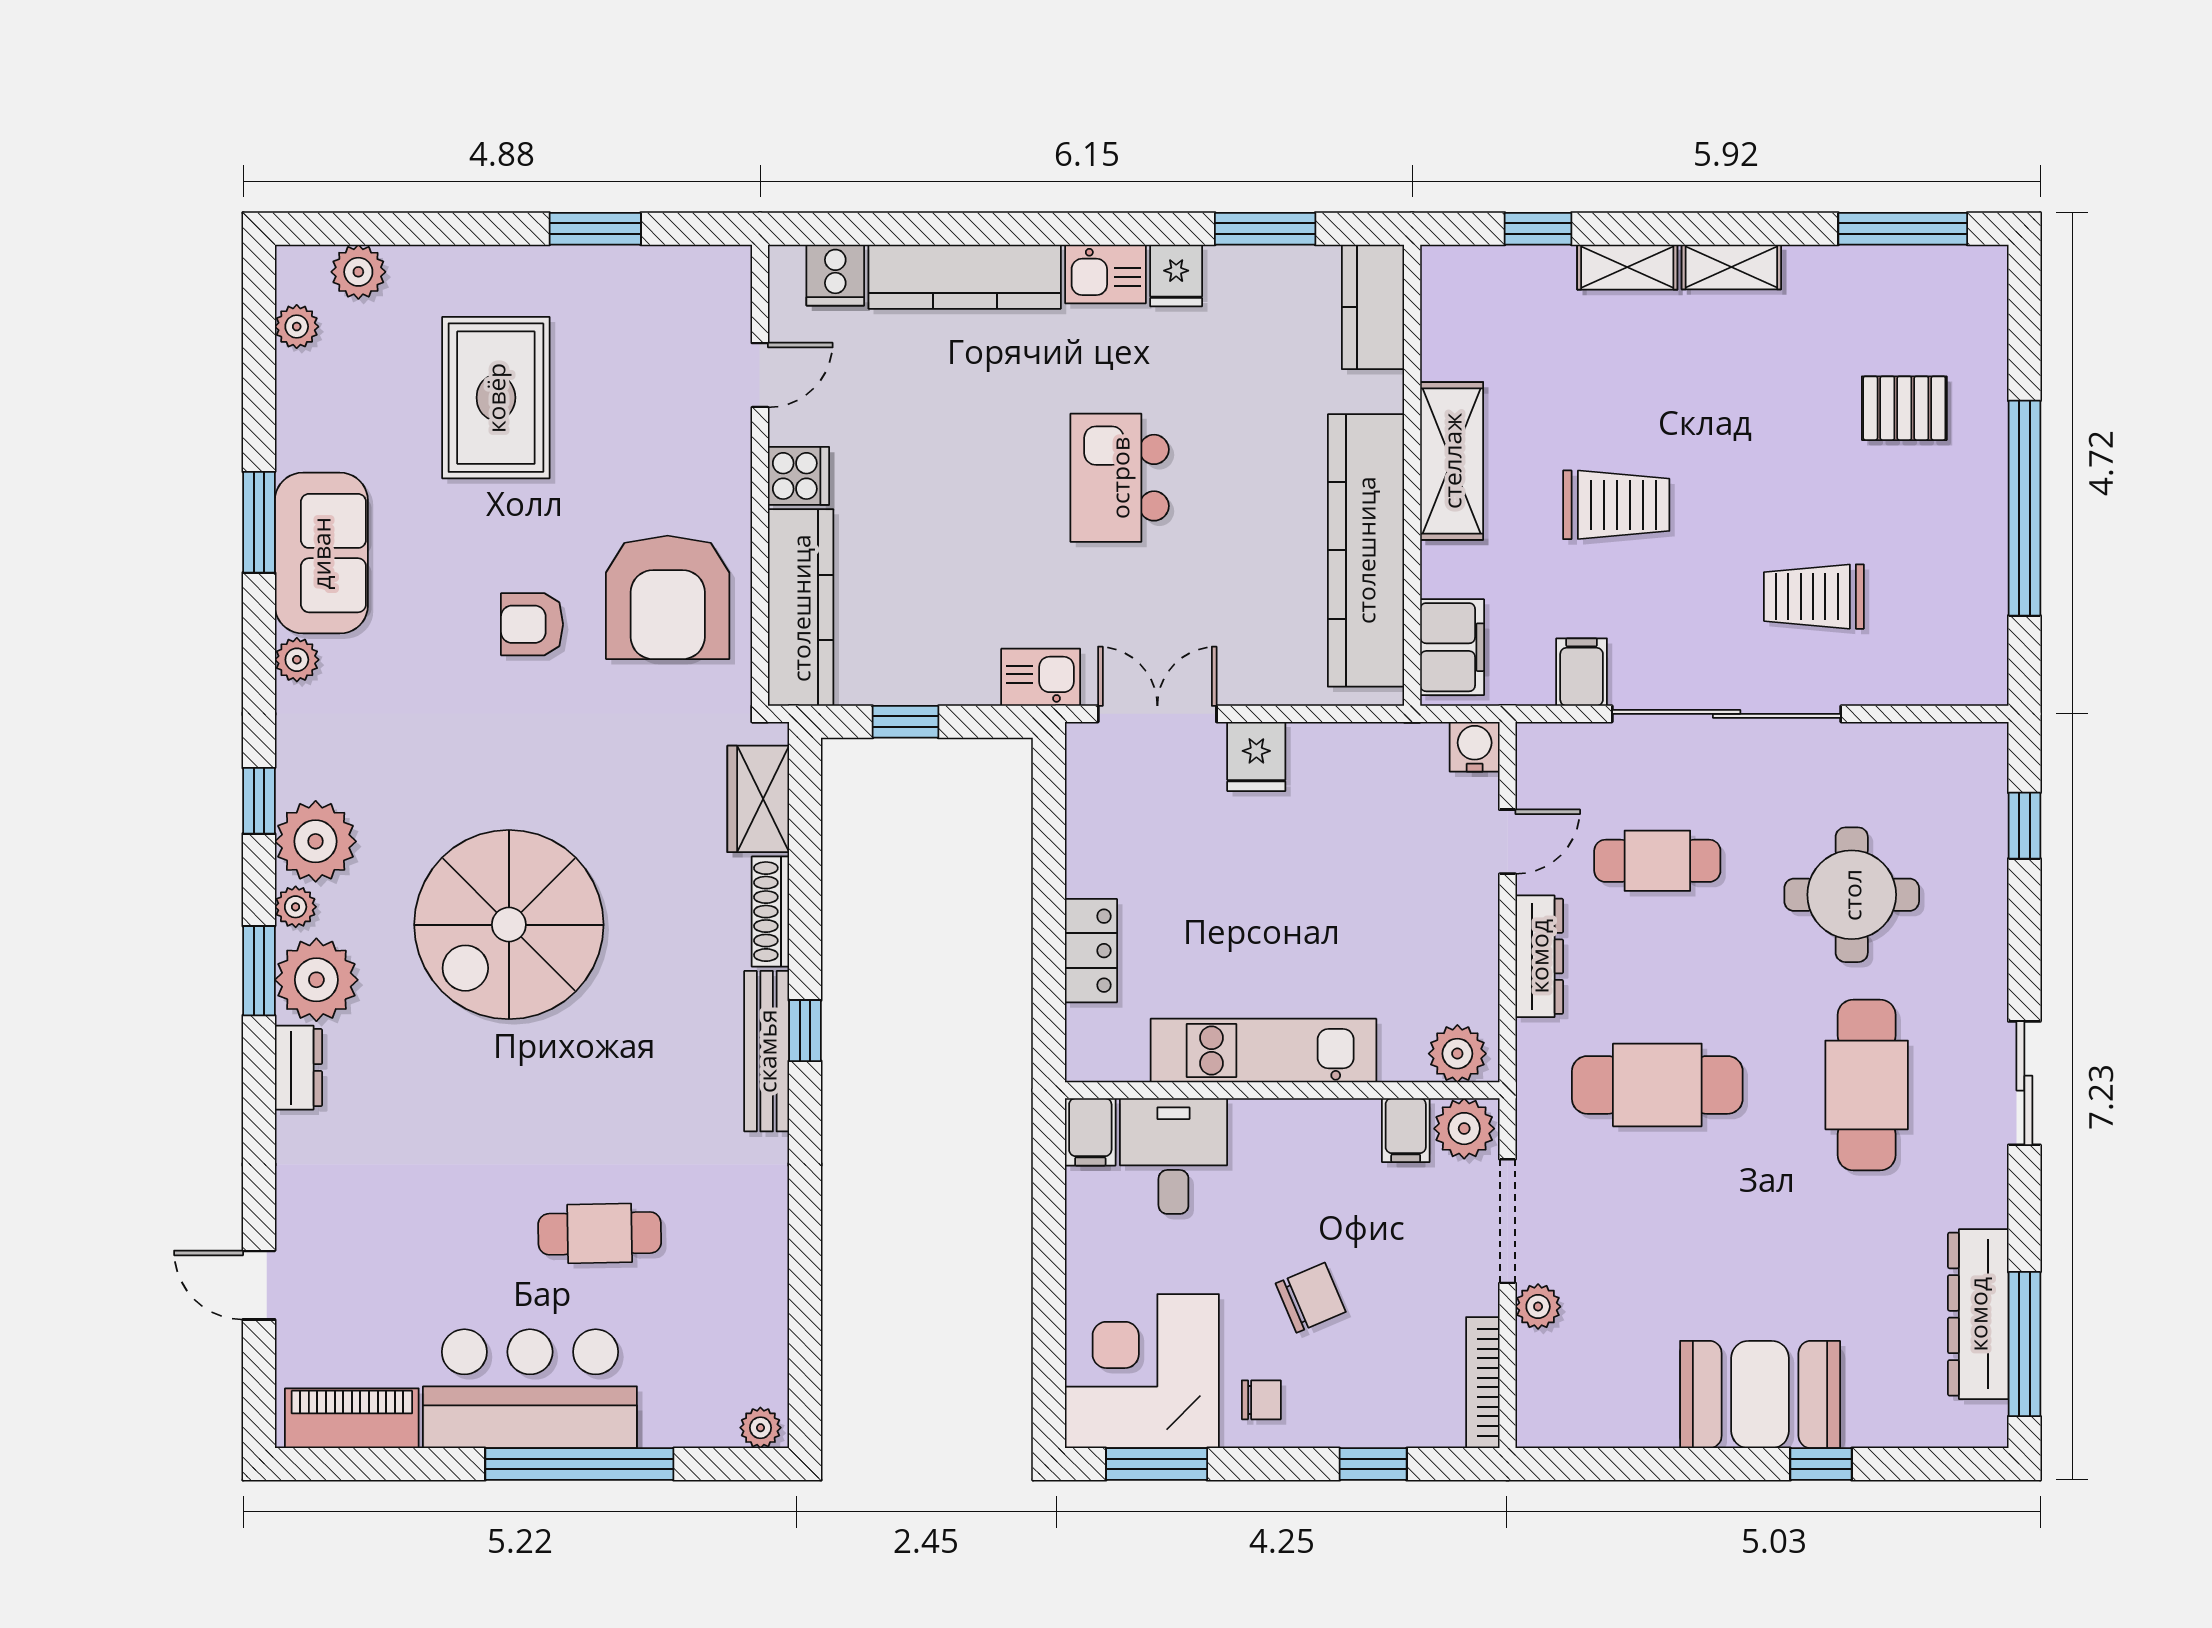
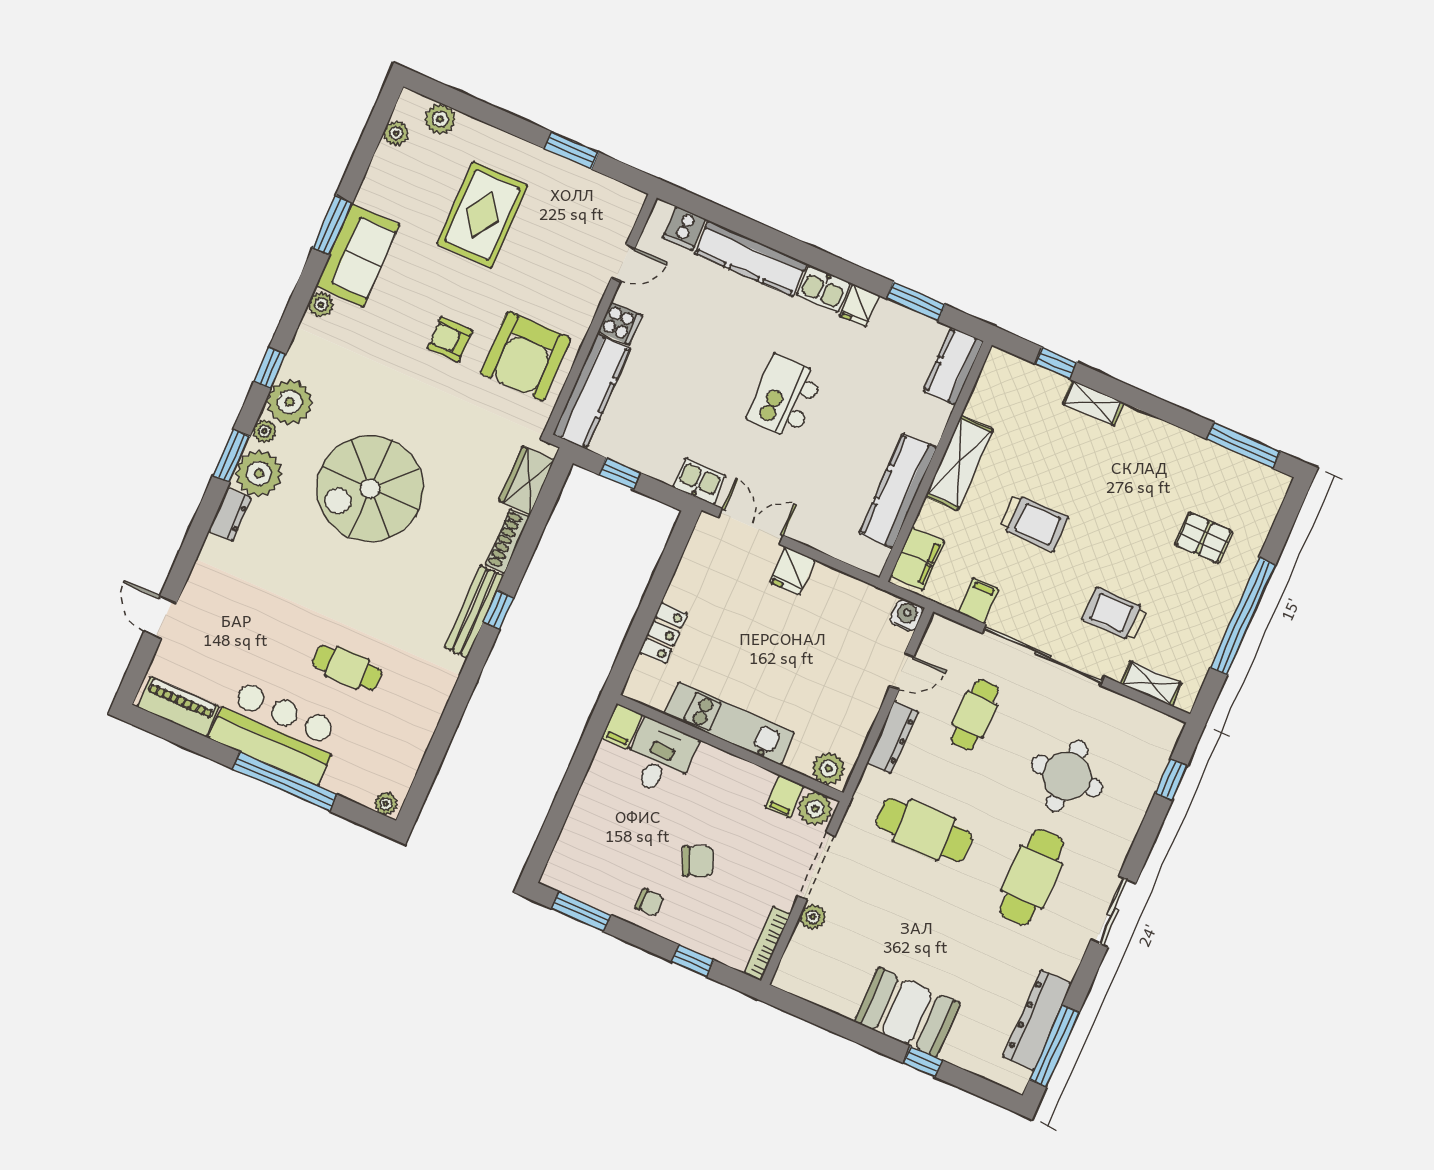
shelving: (1731, 267) -> (1151, 683), moved
kitchen counter: (1366, 550) -> (898, 491), width x0.72, depth x0.86
cafe table: (1657, 861) -> (975, 715), turned 90
corner desk: (1142, 1371) -> (595, 861), removed

